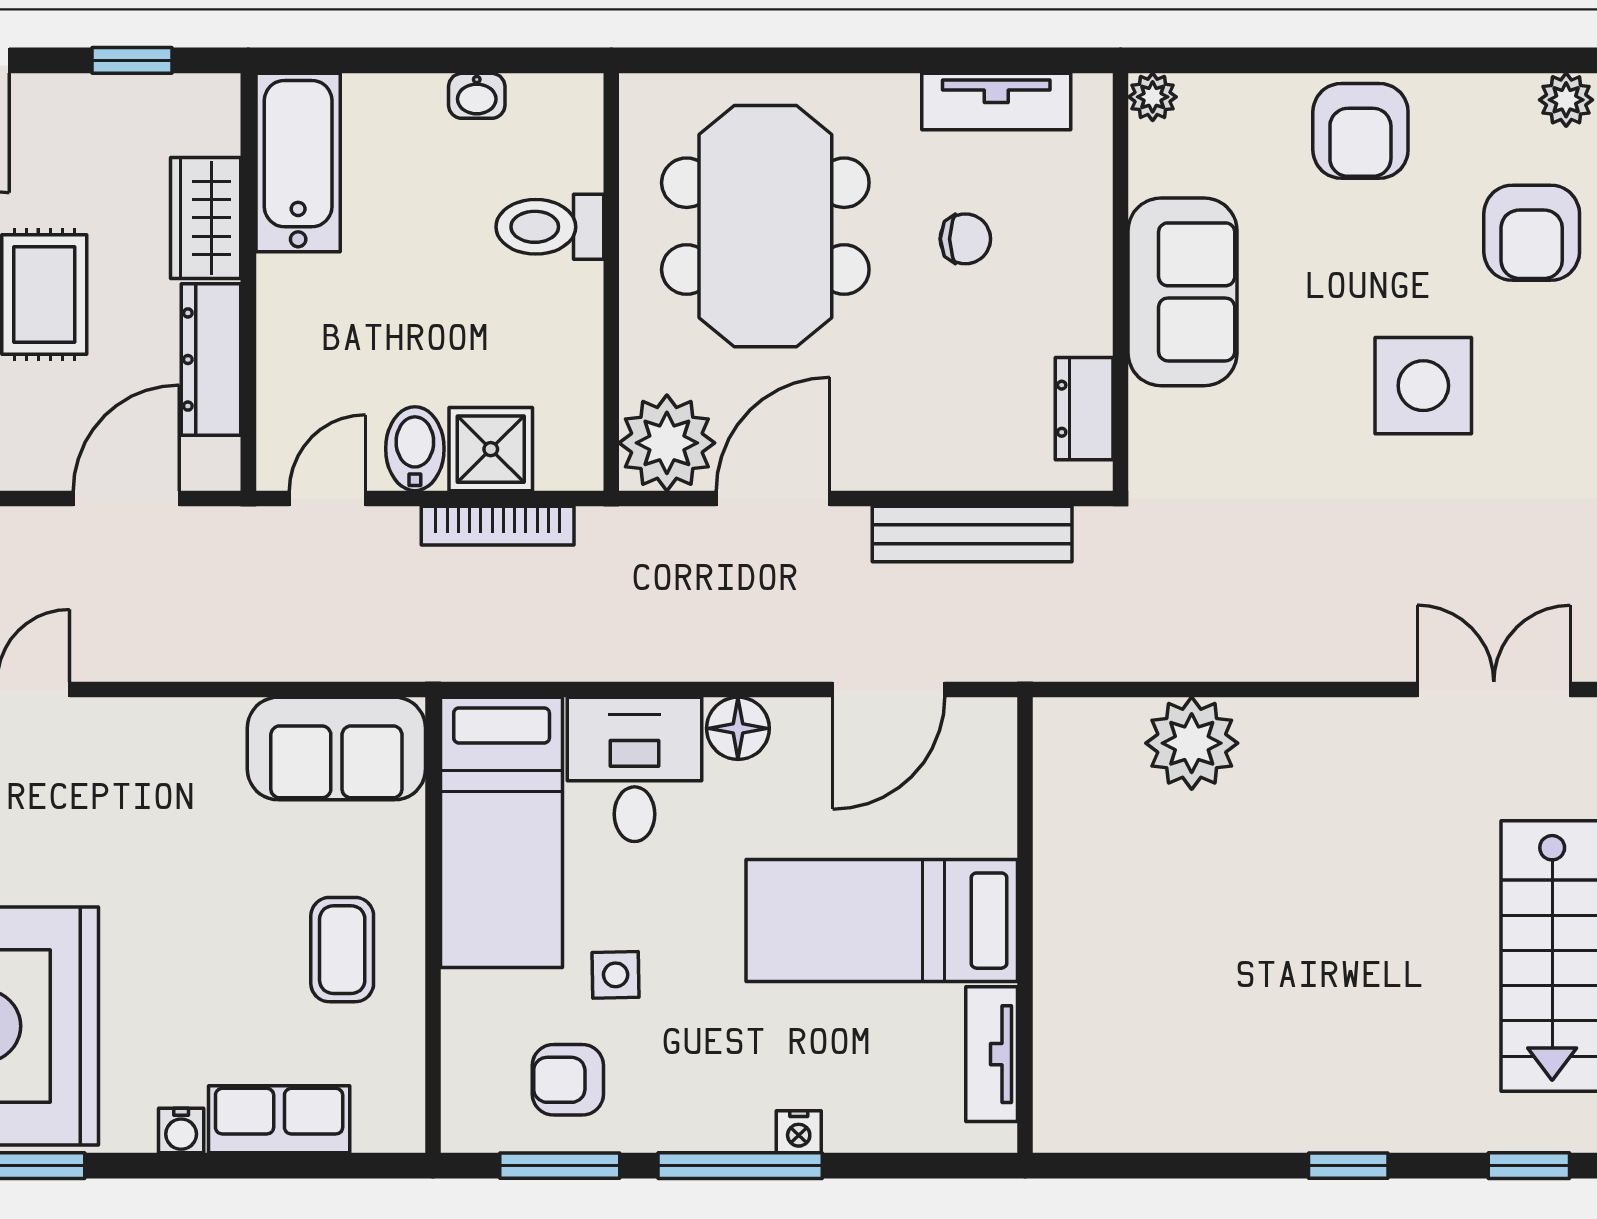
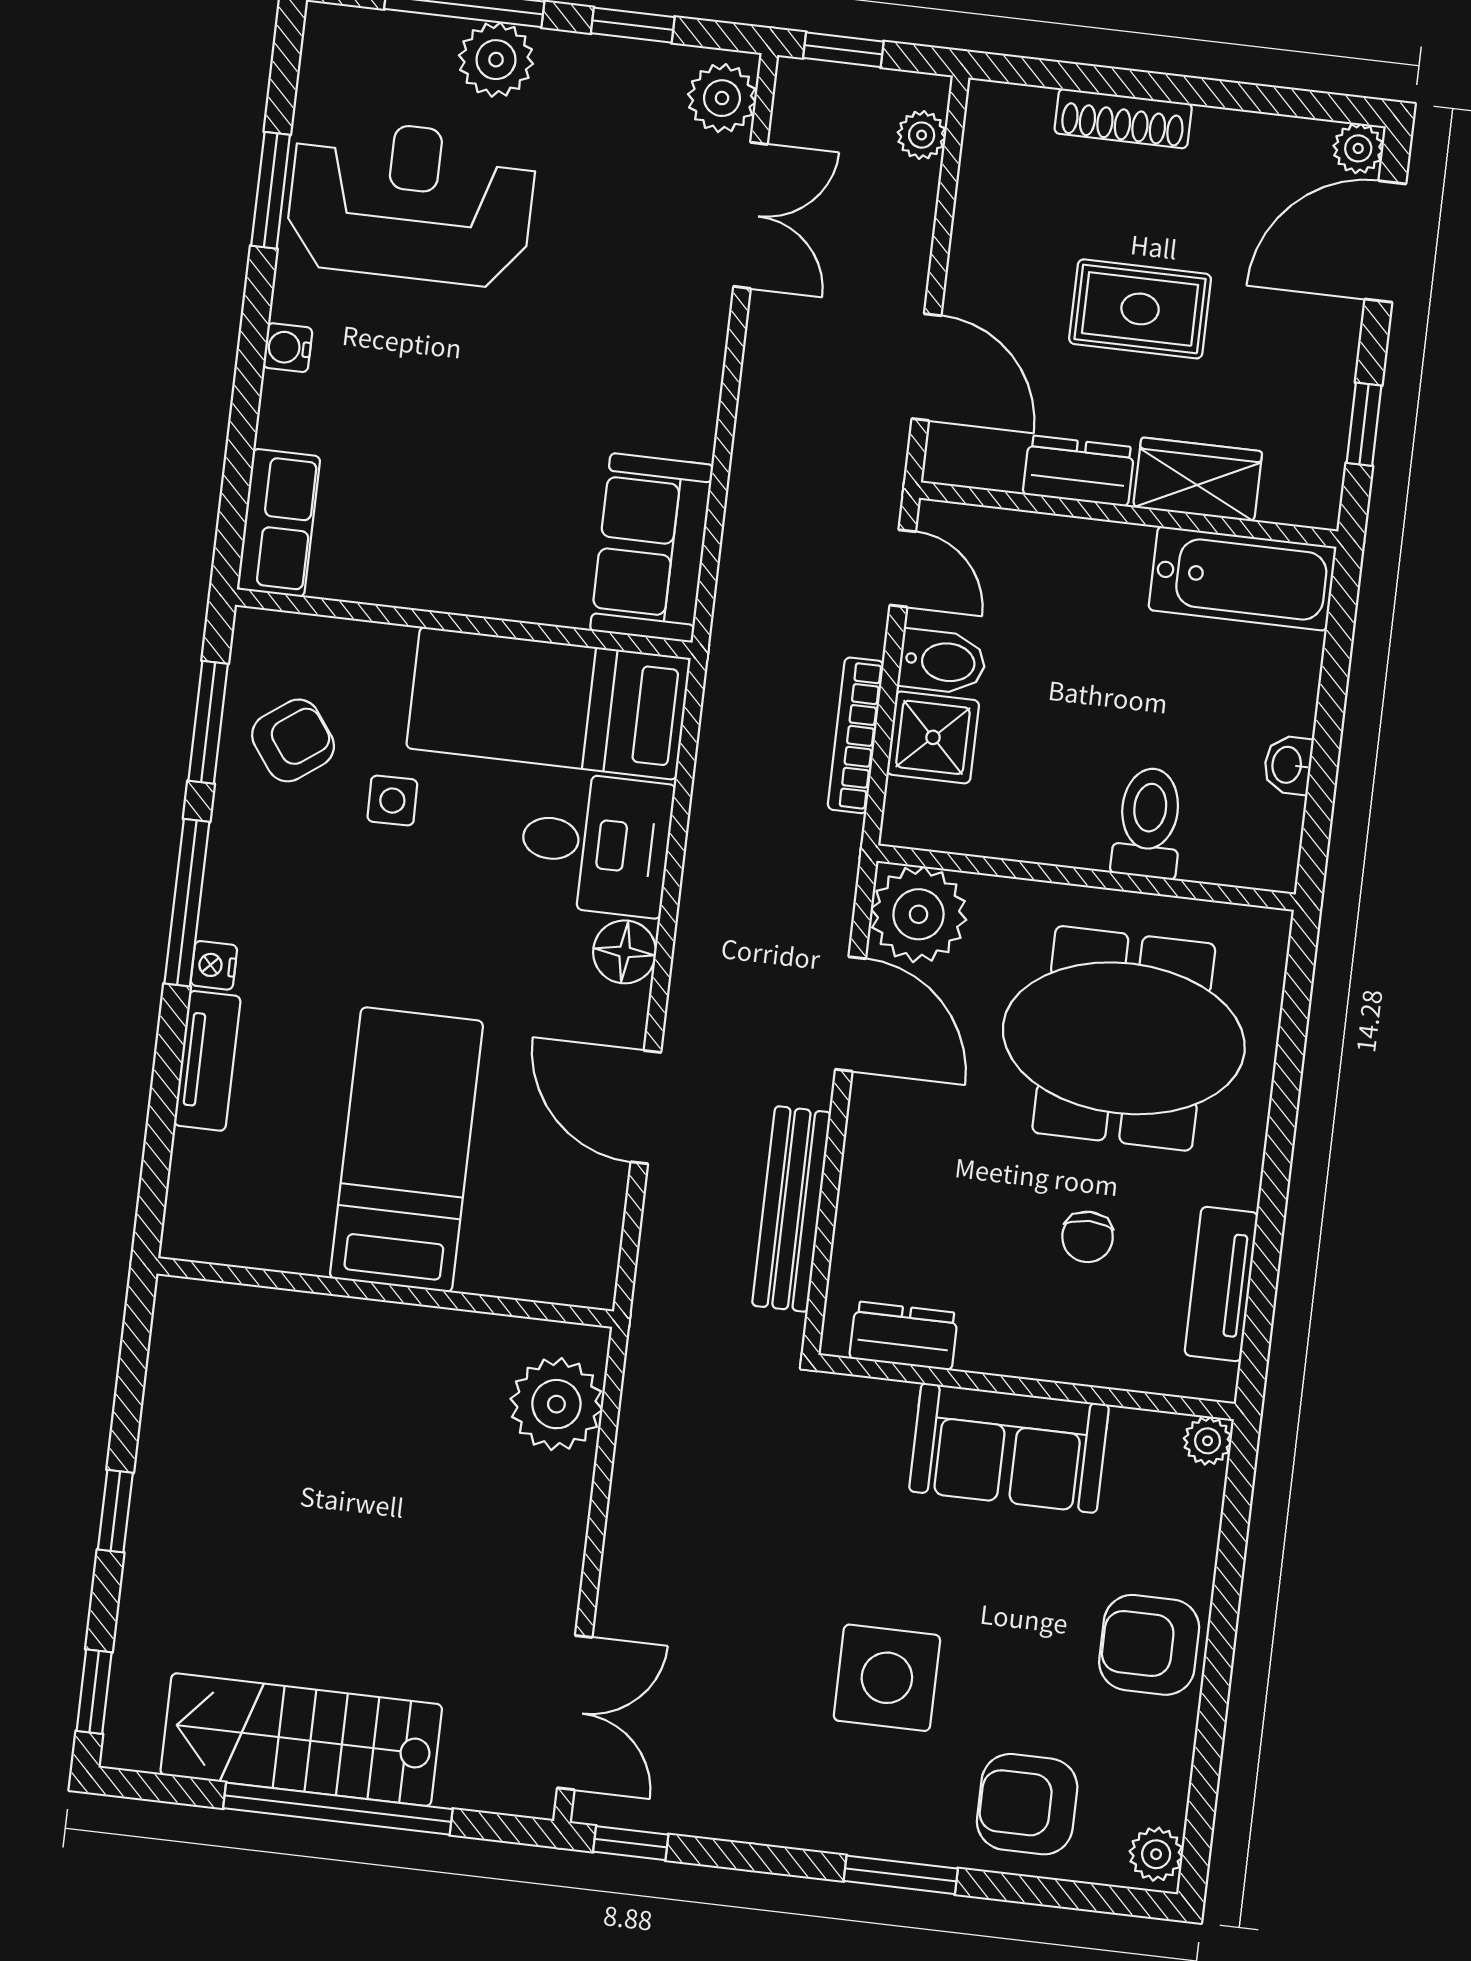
dresser: (211, 359) -> (1079, 471), width x0.70
bed: (882, 921) -> (406, 1150), moved
wall: (1025, 925) -> (385, 1292), moved
coffee table: (342, 950) -> (450, 530), removed
tv unit: (992, 1054) -> (207, 1061), moved, turned 90
armchair: (568, 1080) -> (293, 740), turned 54
row of seats: (279, 1119) -> (279, 523), moved

